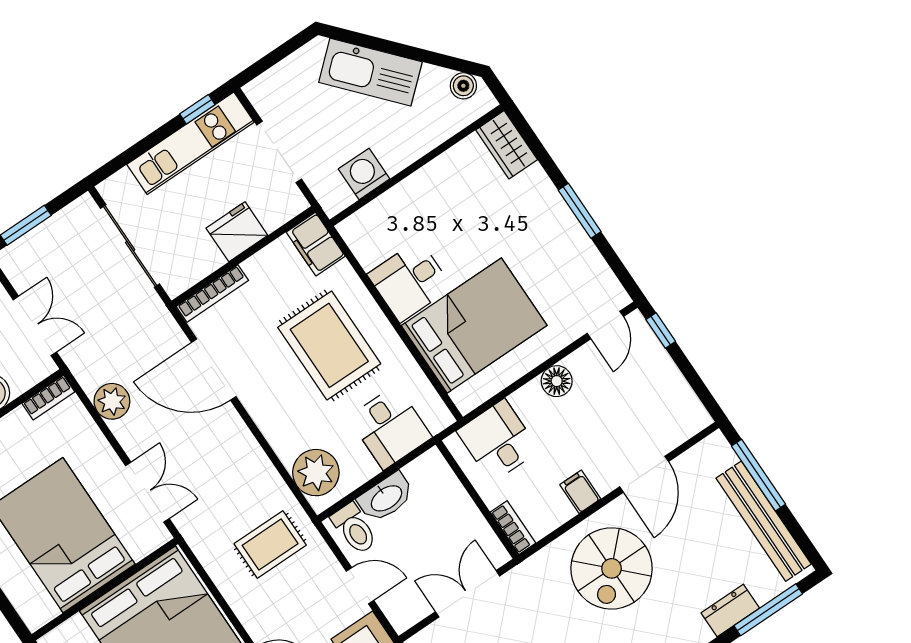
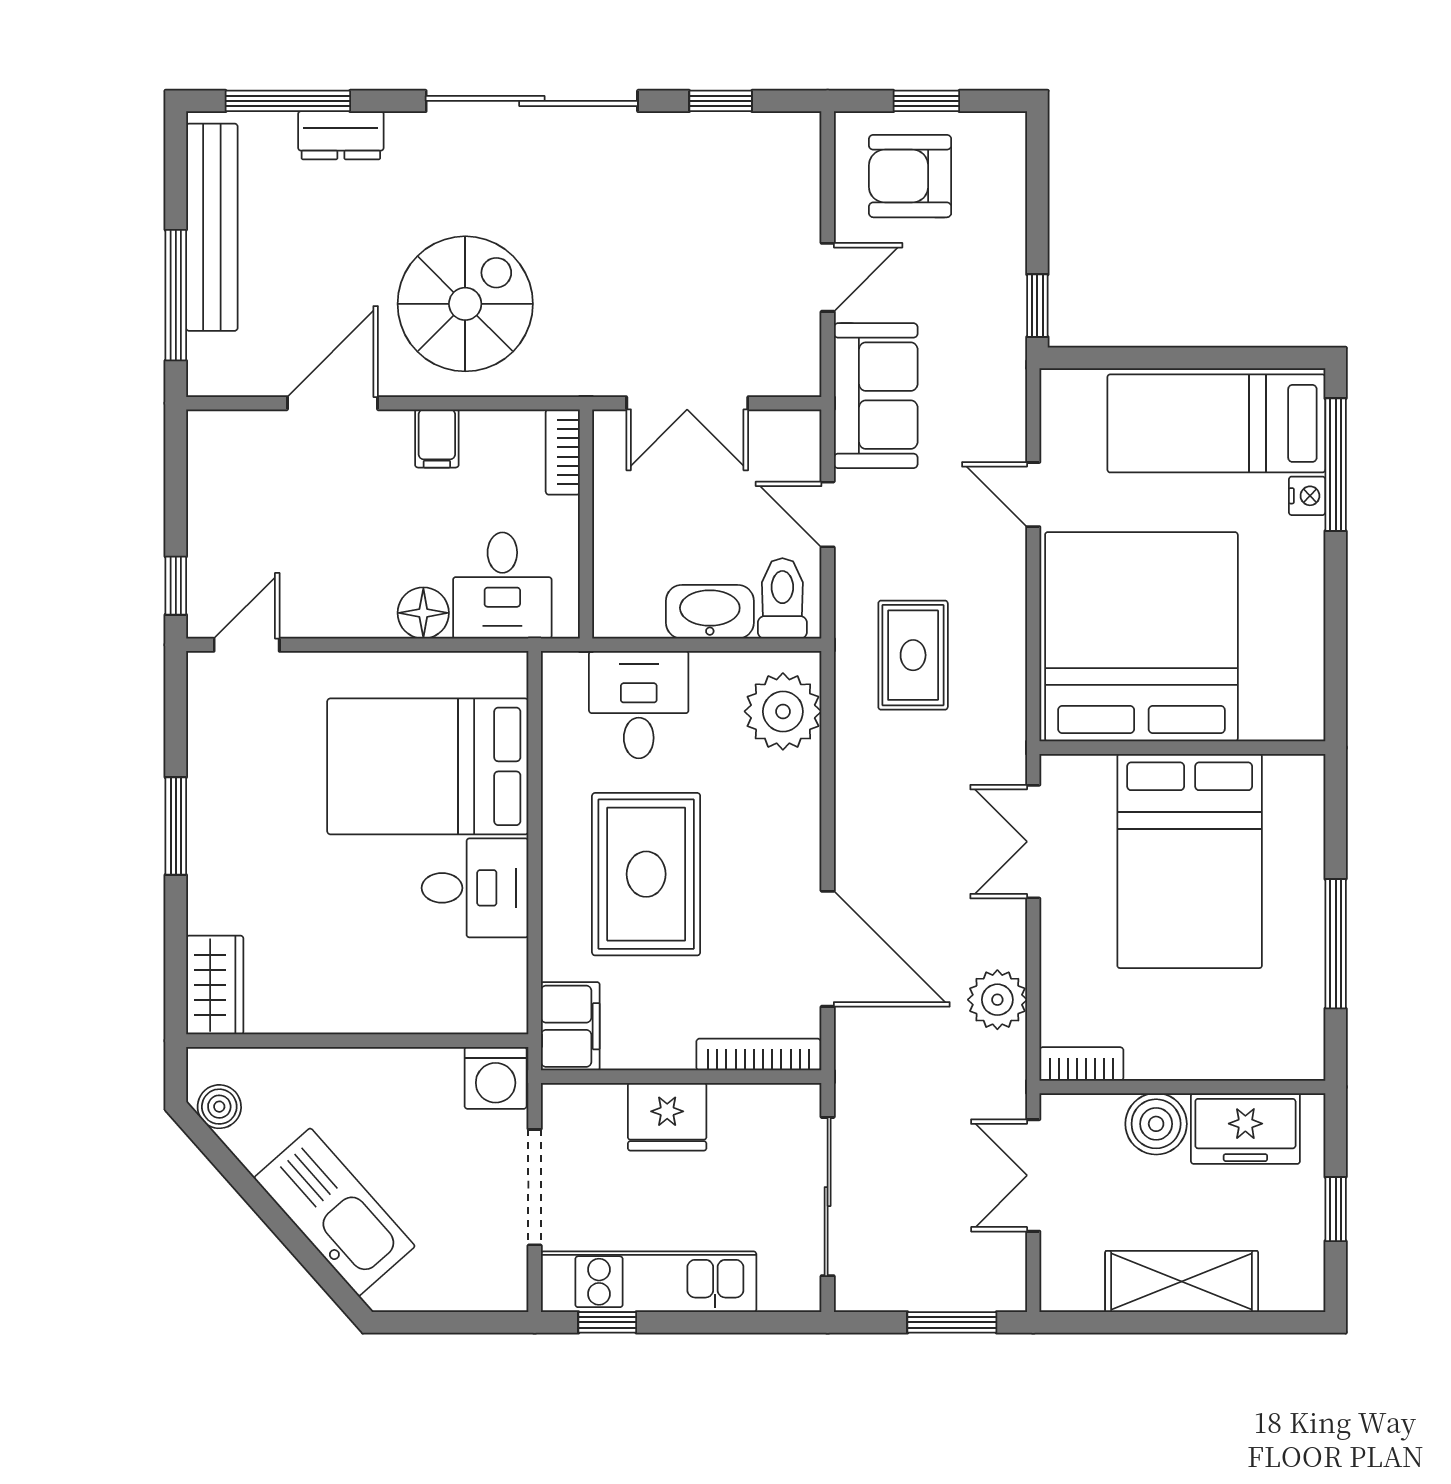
washing machine: (364, 174) -> (496, 1078), moved
floor lamp: (557, 381) -> (423, 613), moved
rug: (270, 544) -> (913, 655), turned 90

